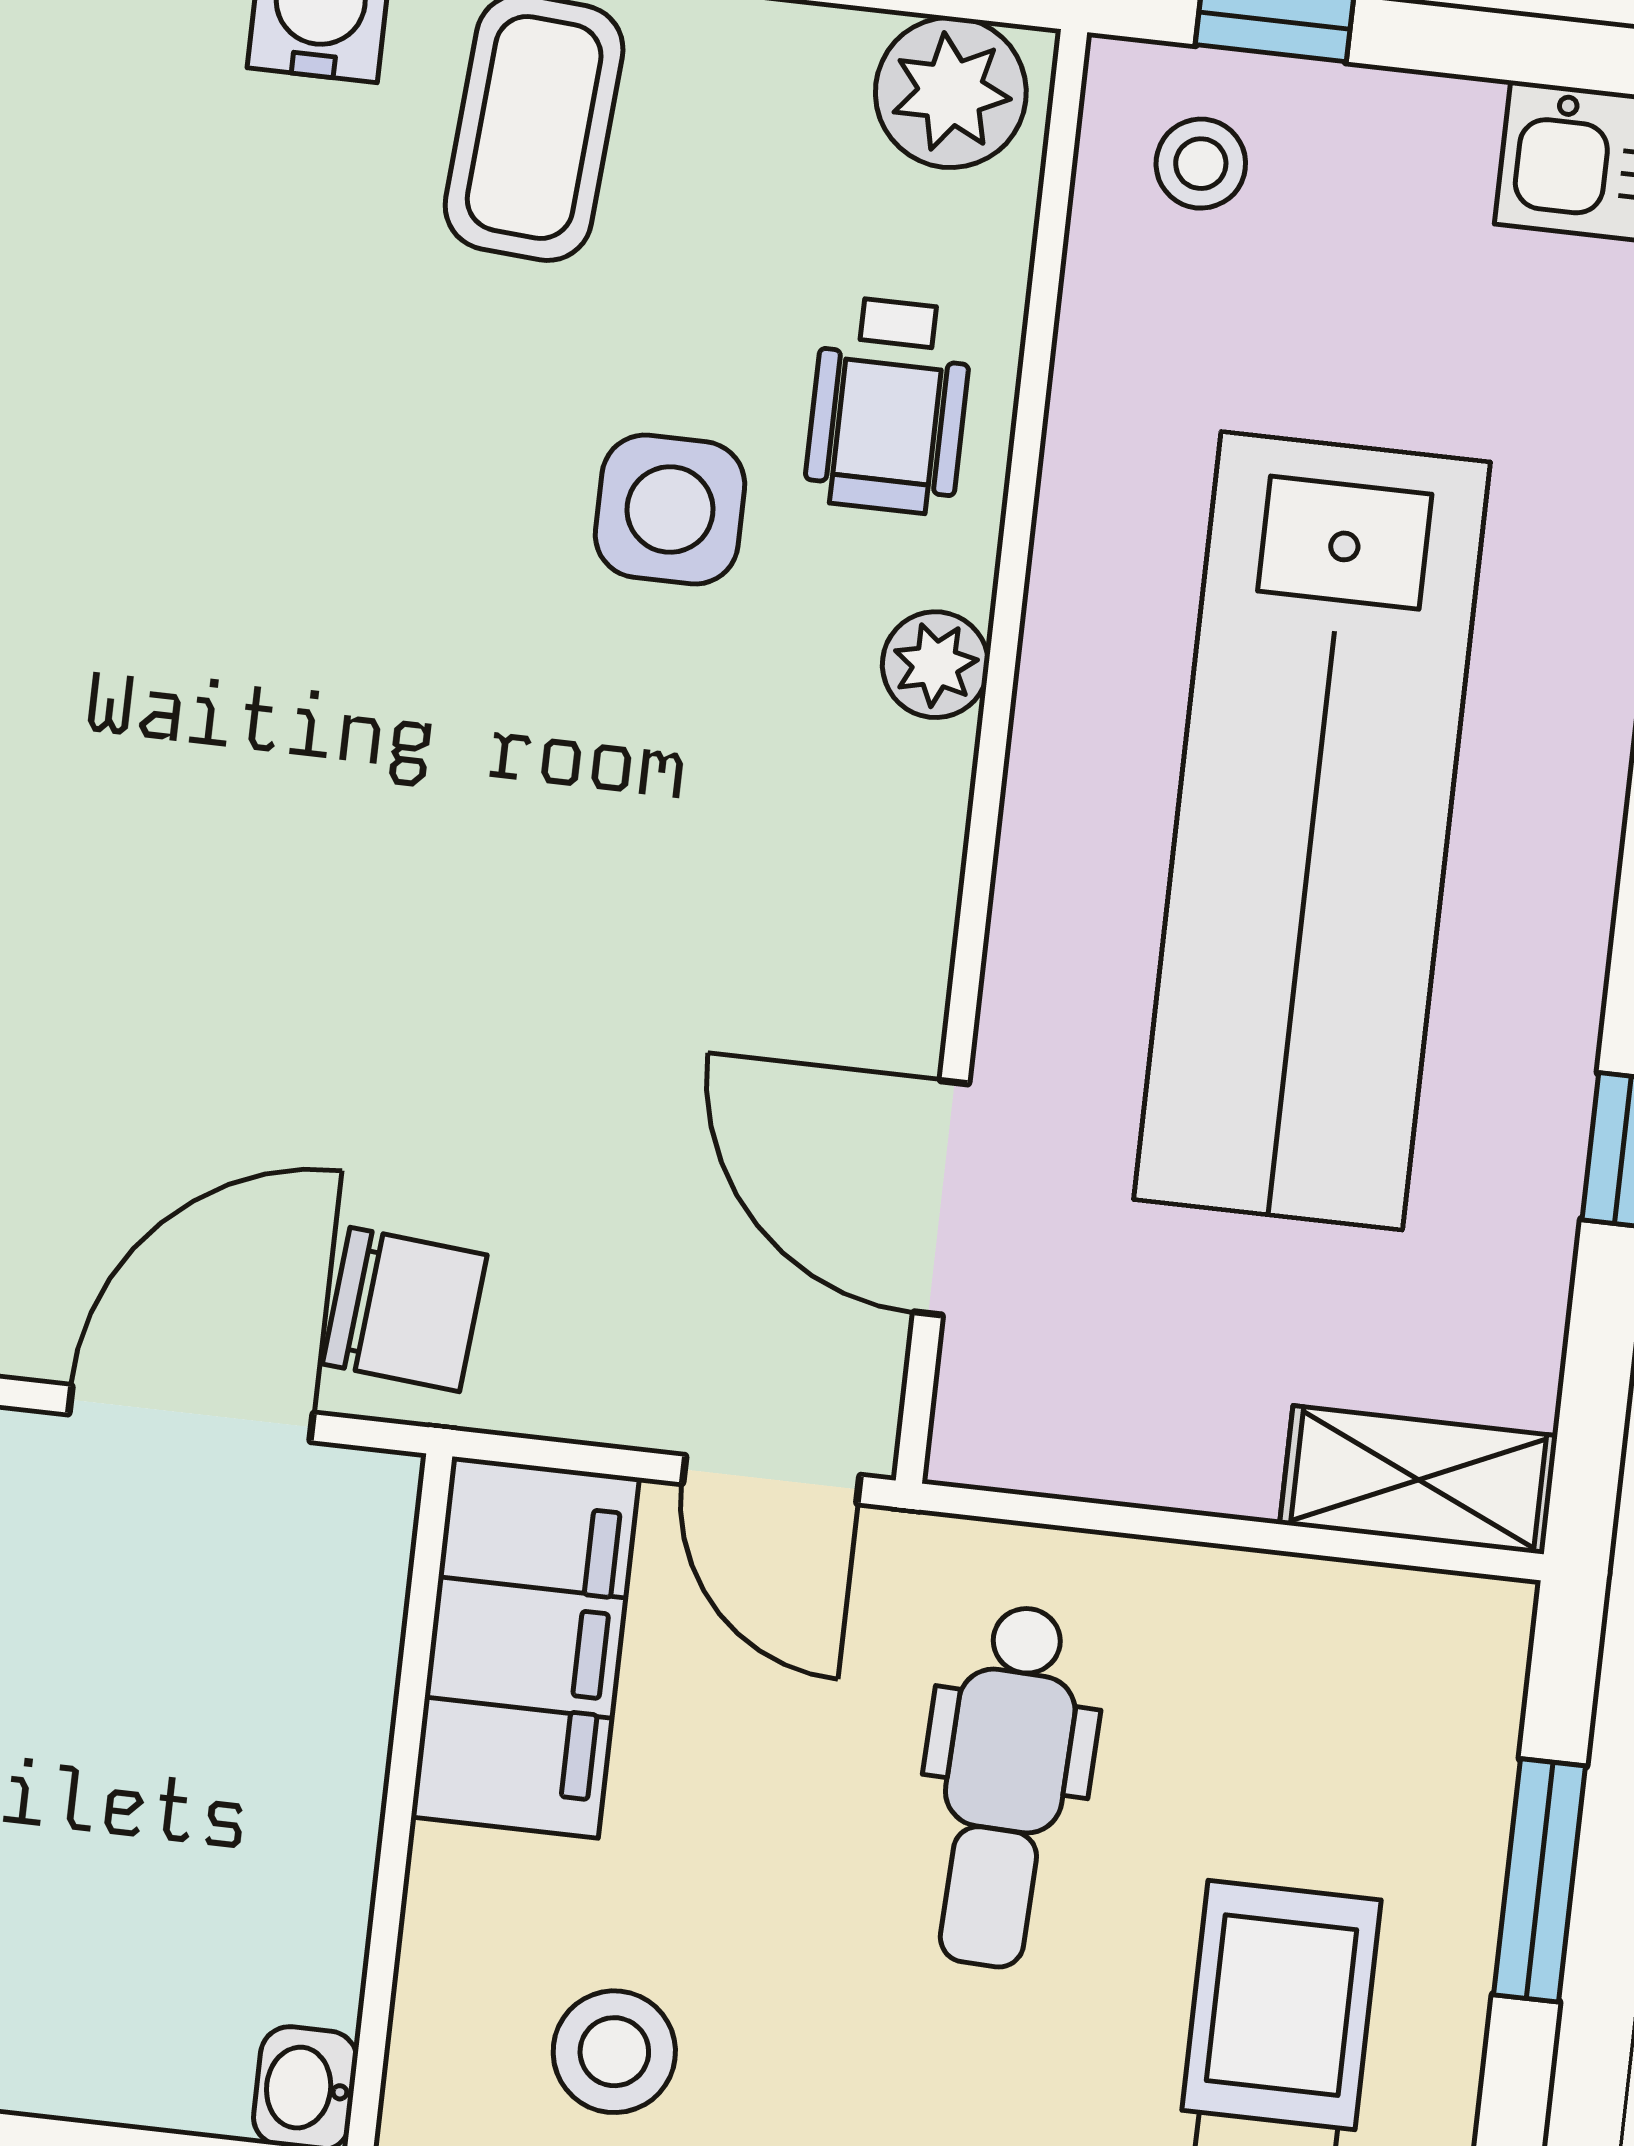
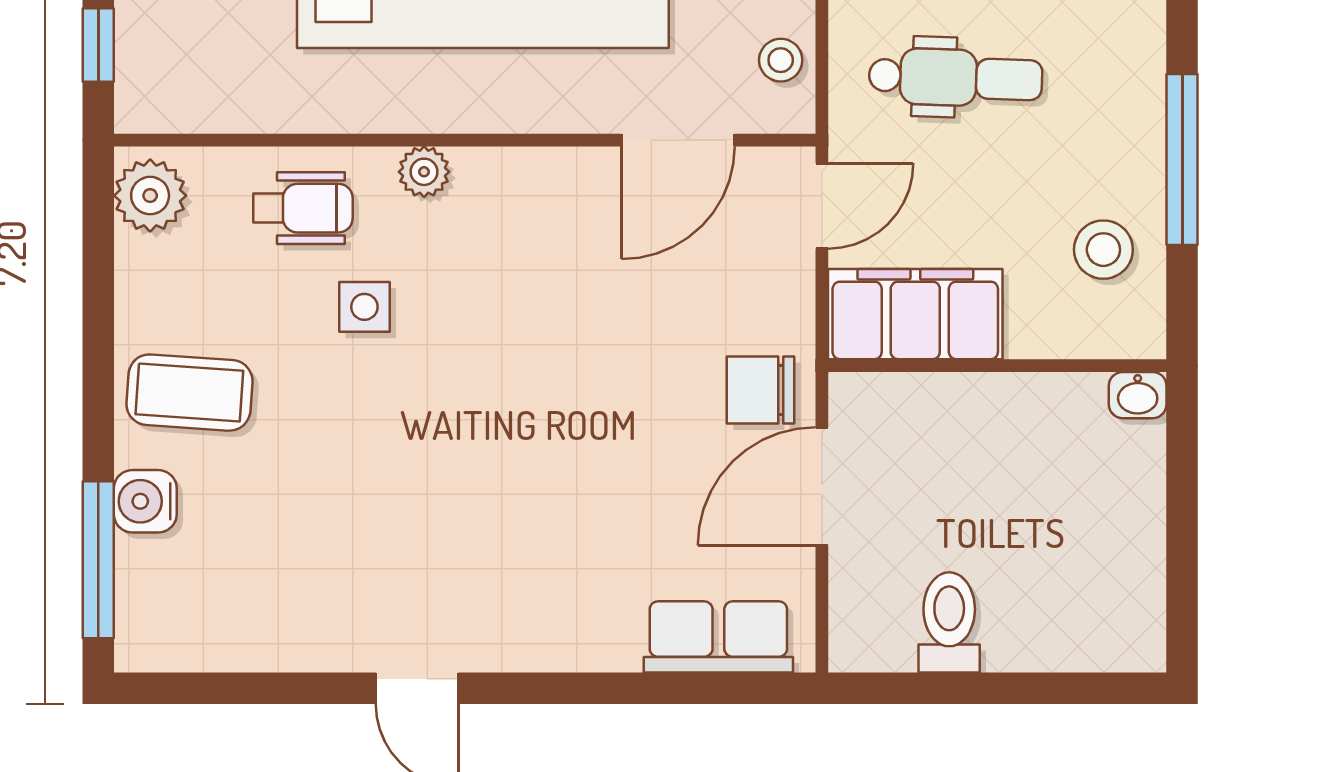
stool: (1201, 164) -> (781, 60), moved
side table: (670, 510) -> (364, 307), width x0.73, depth x0.73
chair: (405, 1309) -> (761, 390), turned -95
door: (191, 1413) -> (822, 486), hinge flipped

